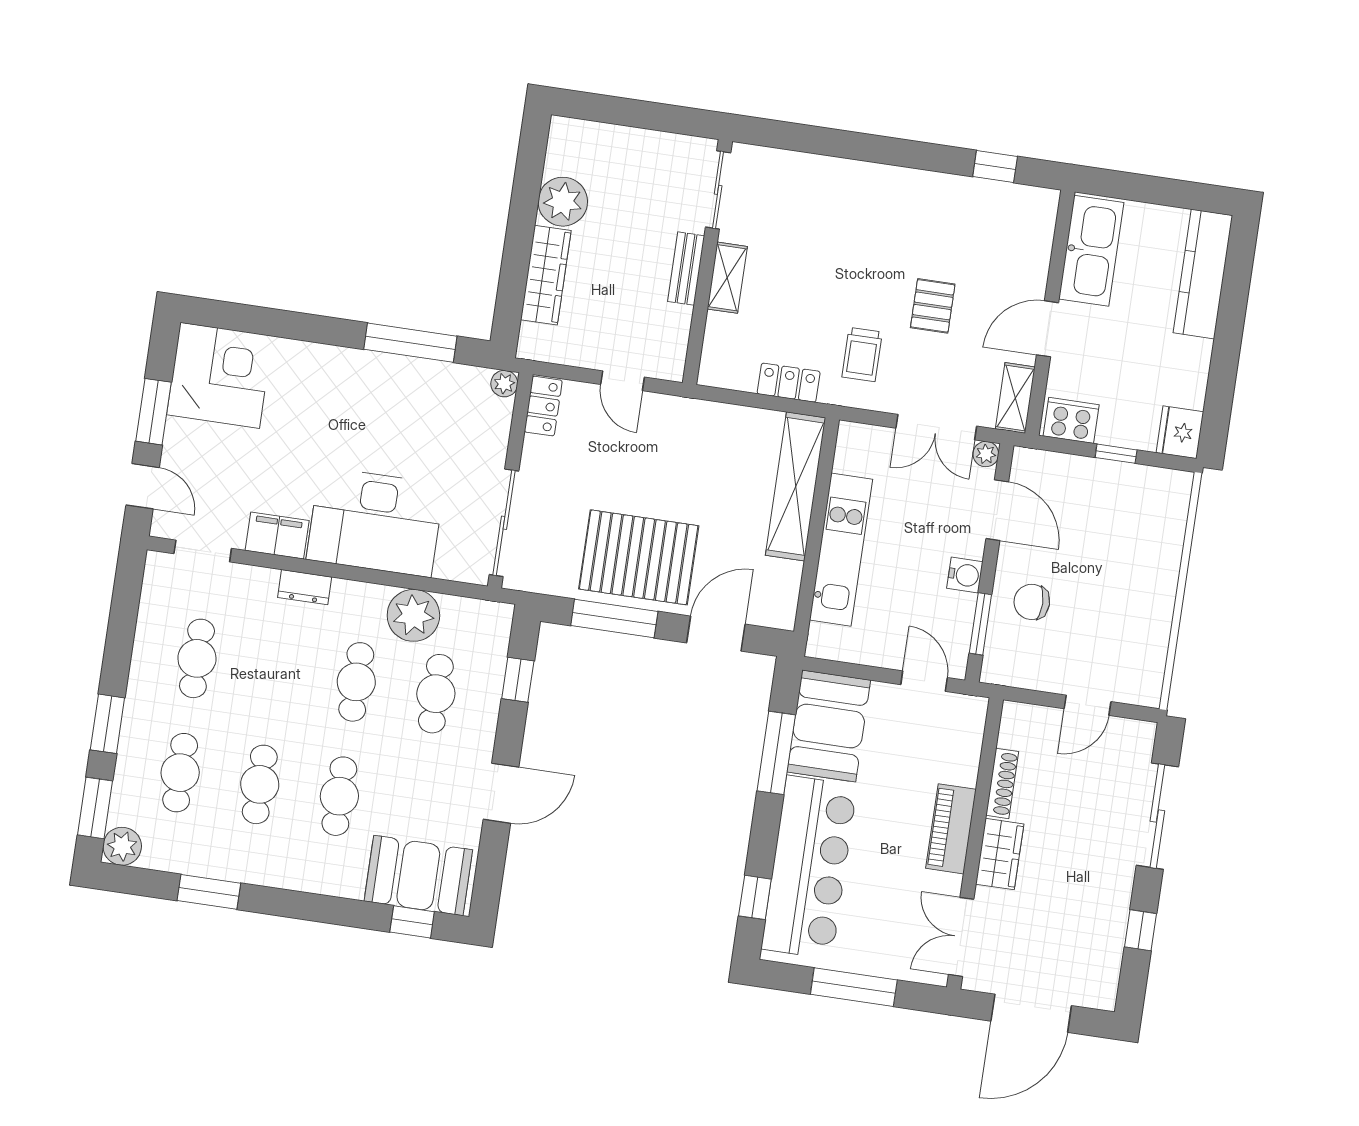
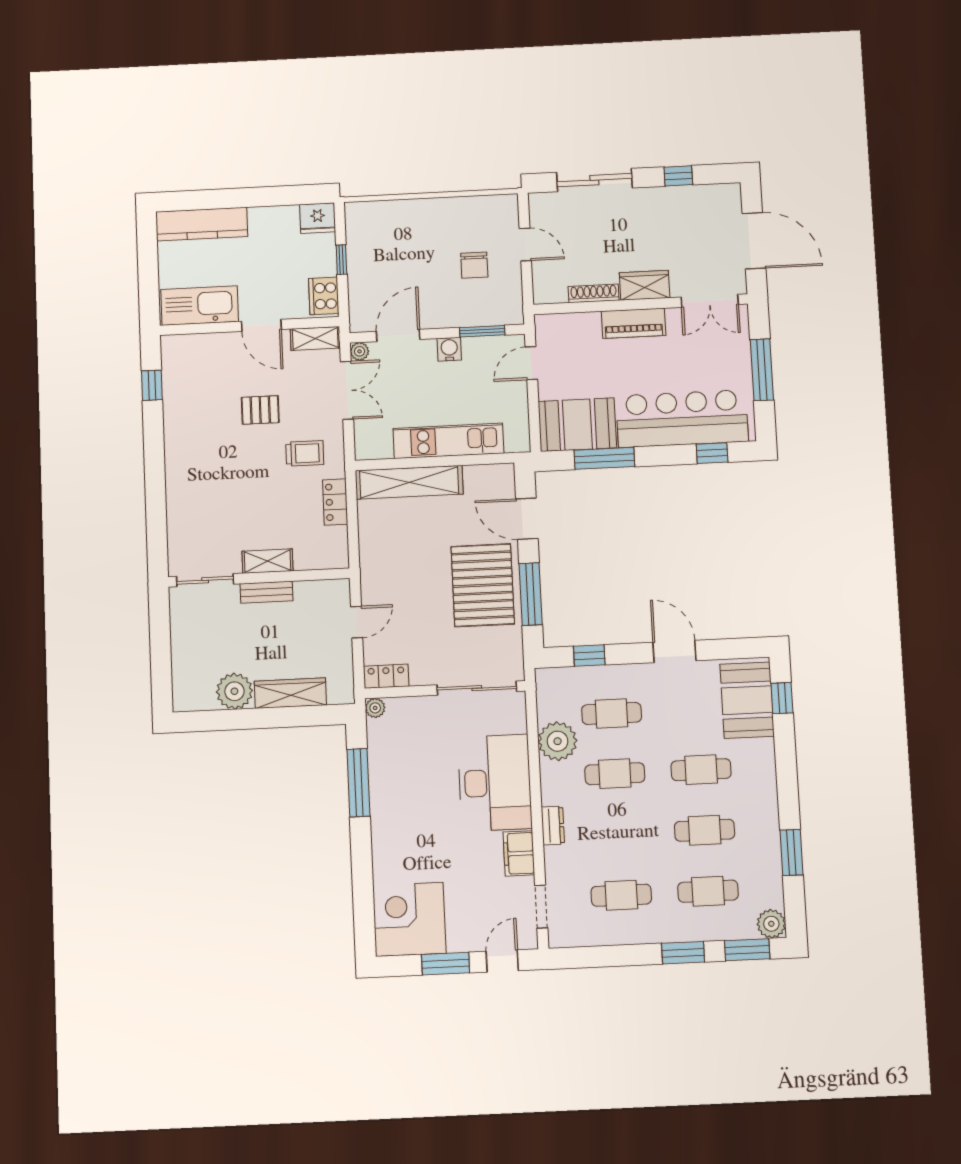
chair: (1032, 602) -> (474, 265), moved

